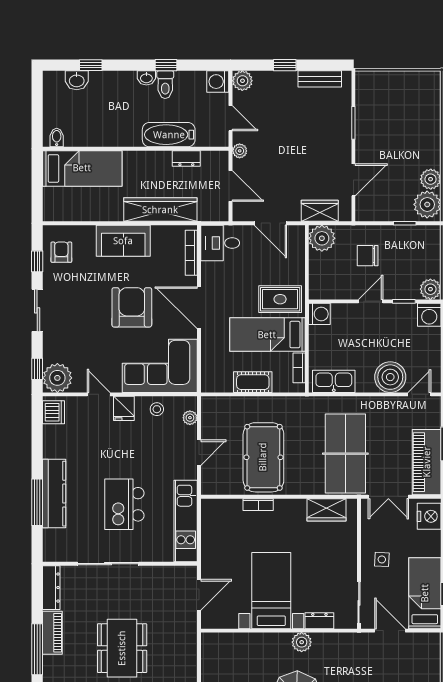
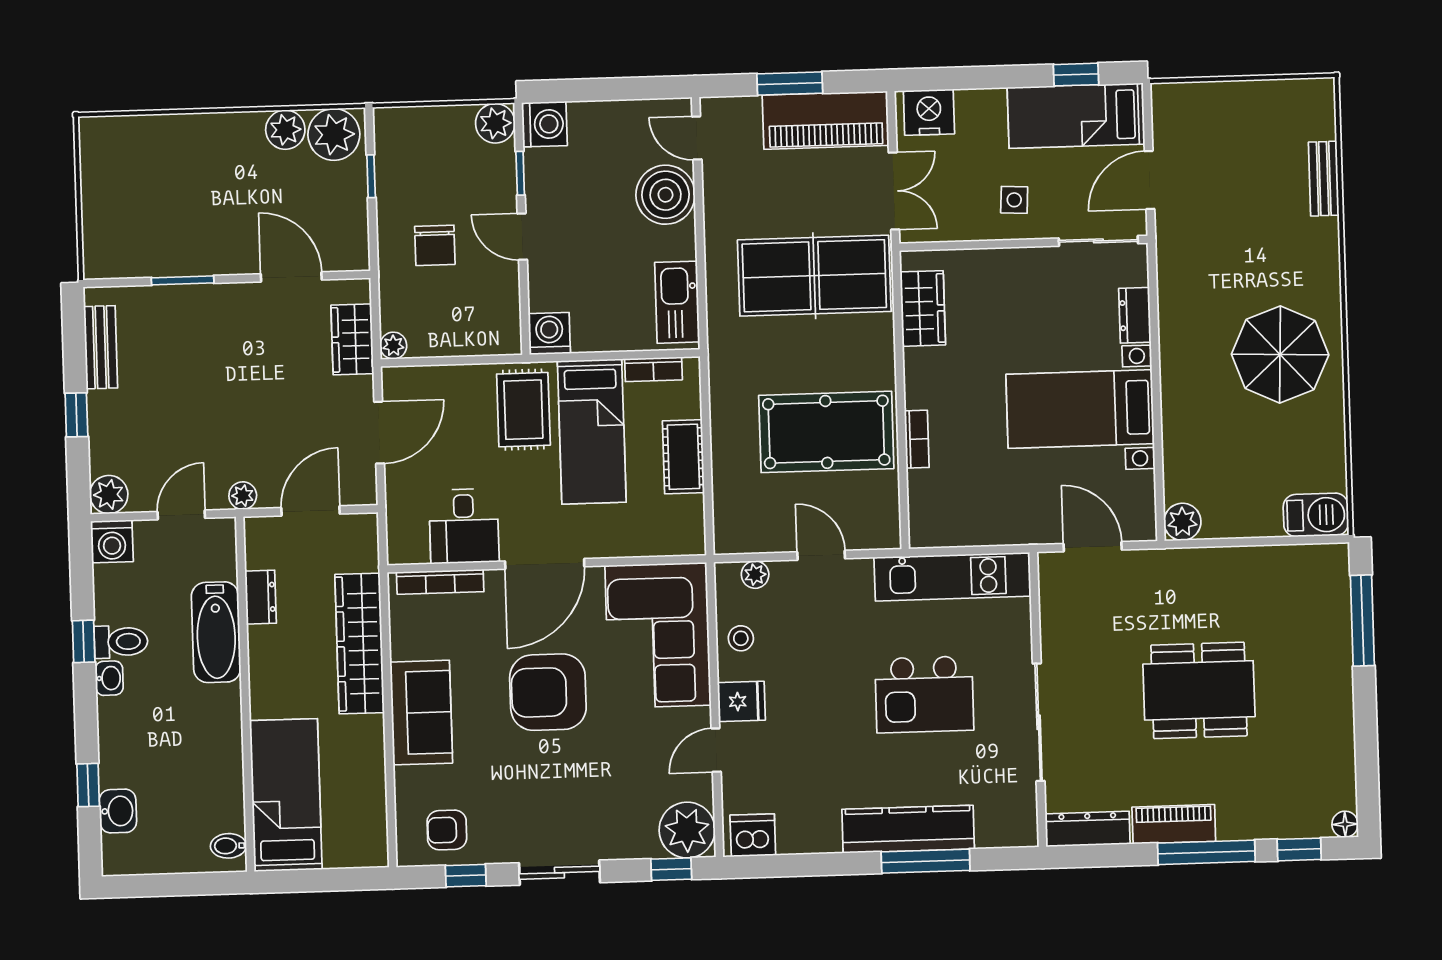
plant: (322, 238) -> (393, 346), width x0.53, depth x0.53
desk: (220, 243) -> (464, 526), moved
plant: (302, 642) -> (1182, 522), moved

